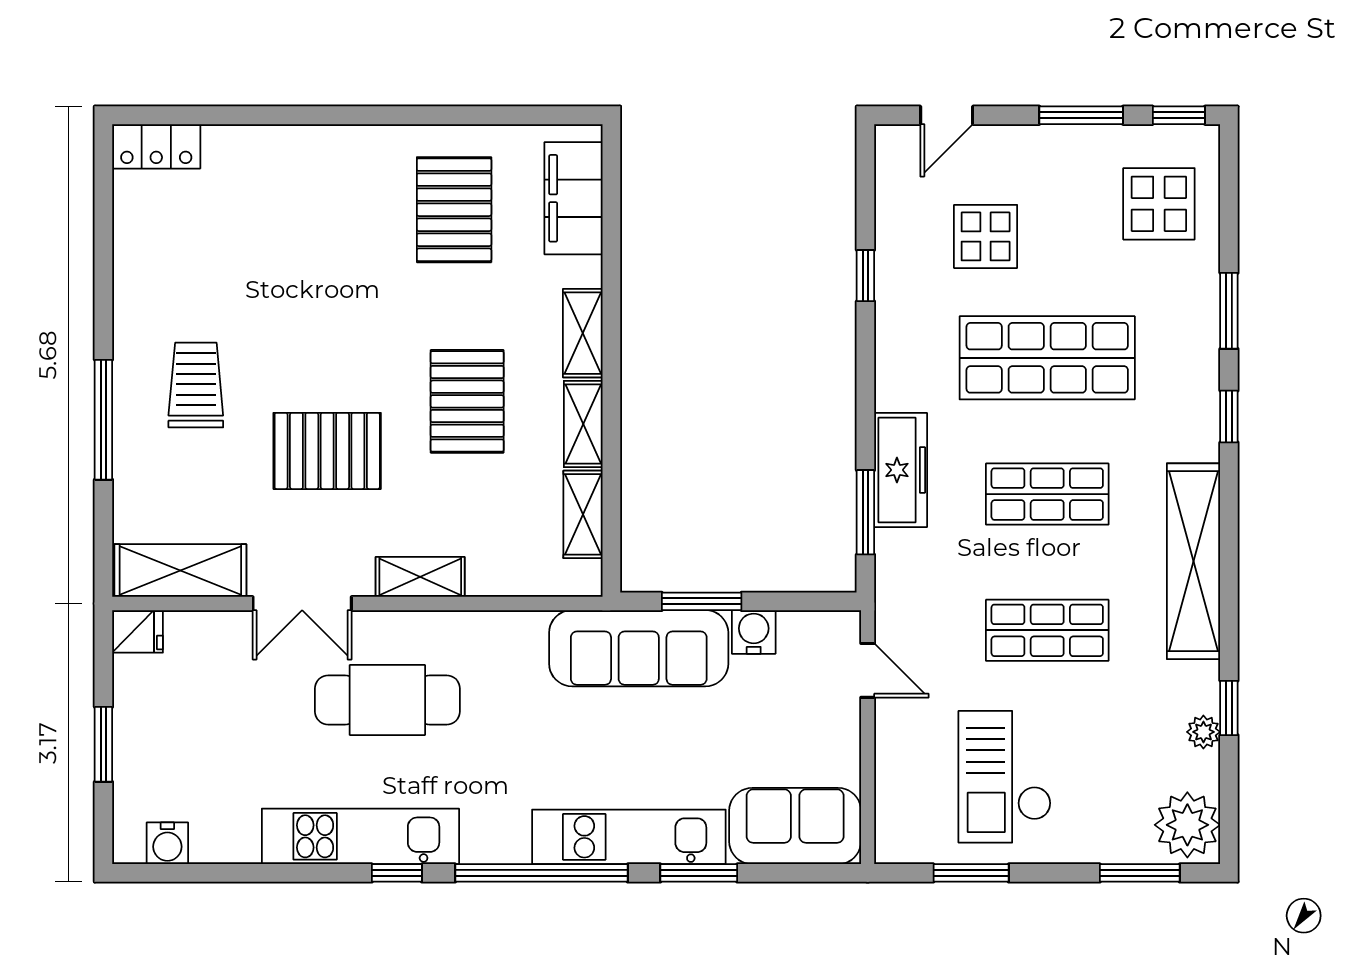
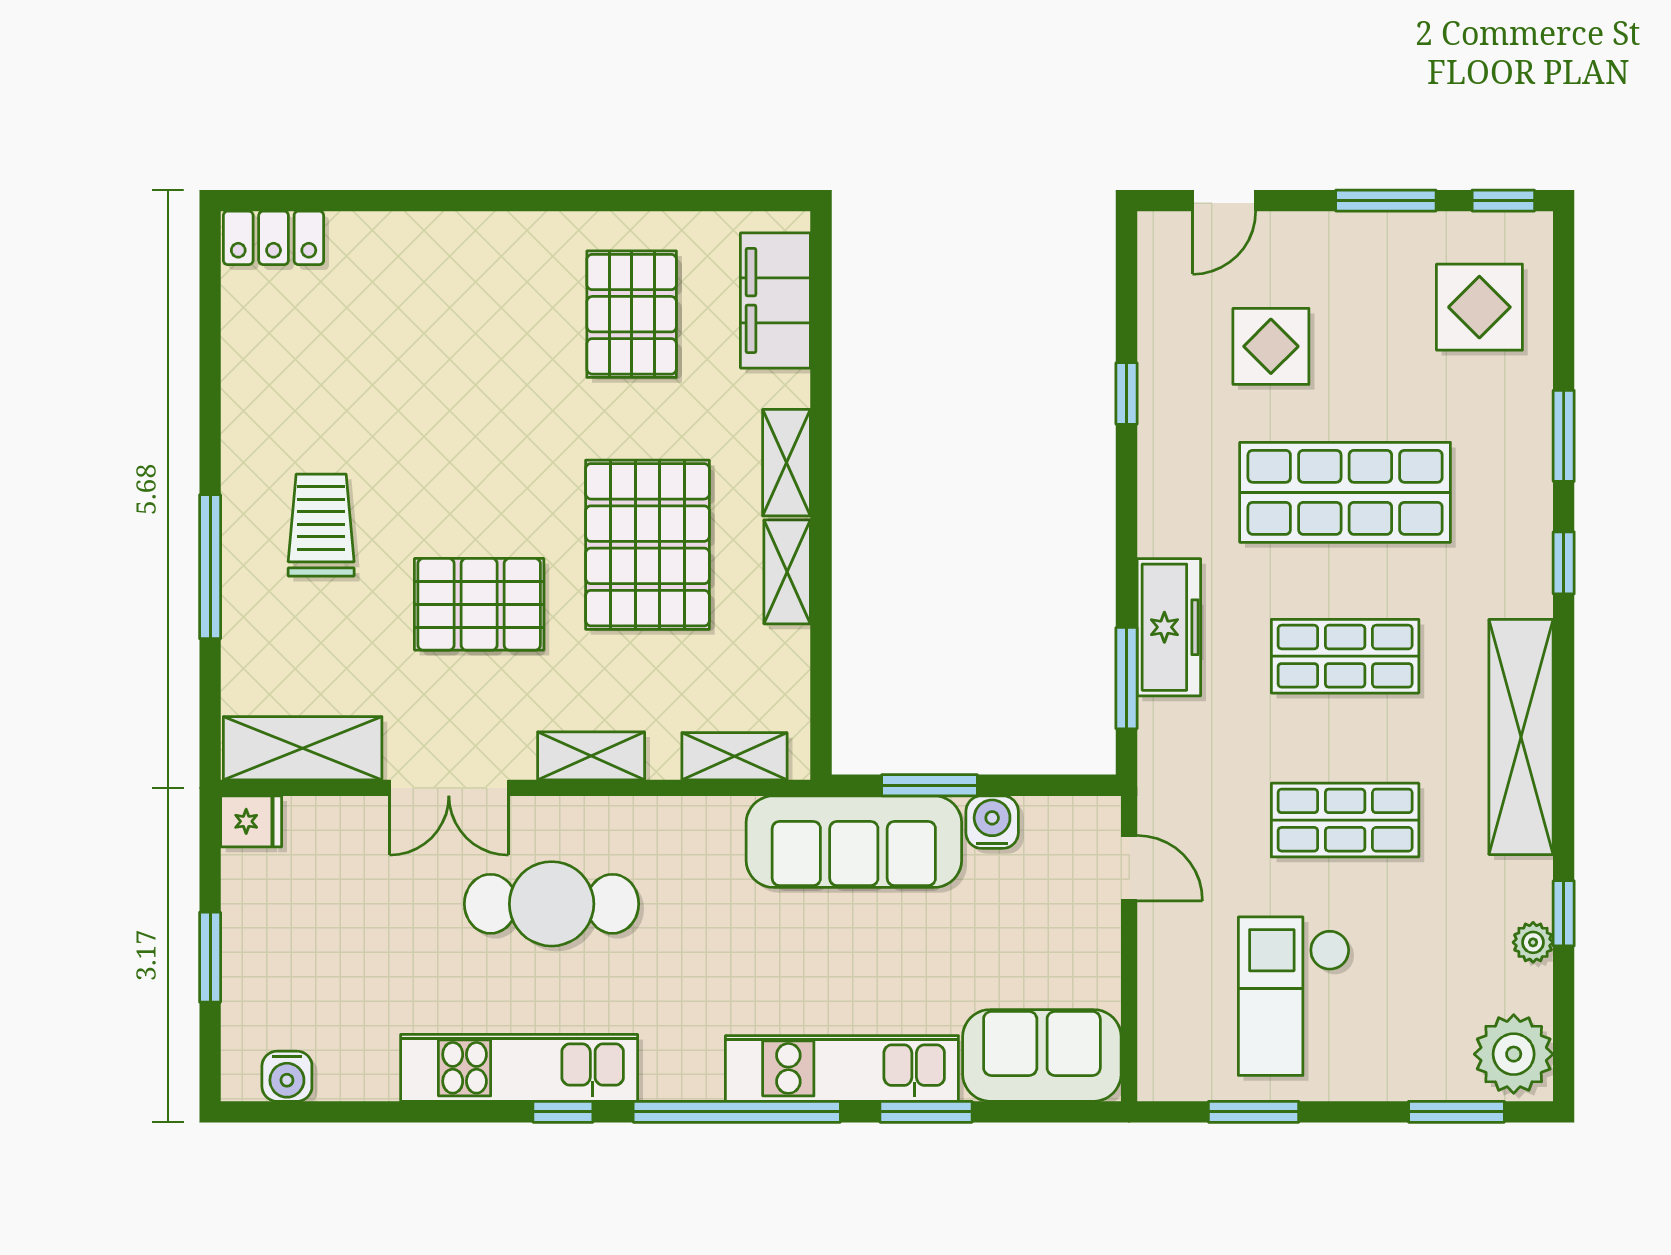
pallet: (467, 401) -> (647, 545), width x1.37, depth x1.41
shelving: (583, 514) -> (734, 756), moved, turned 90

